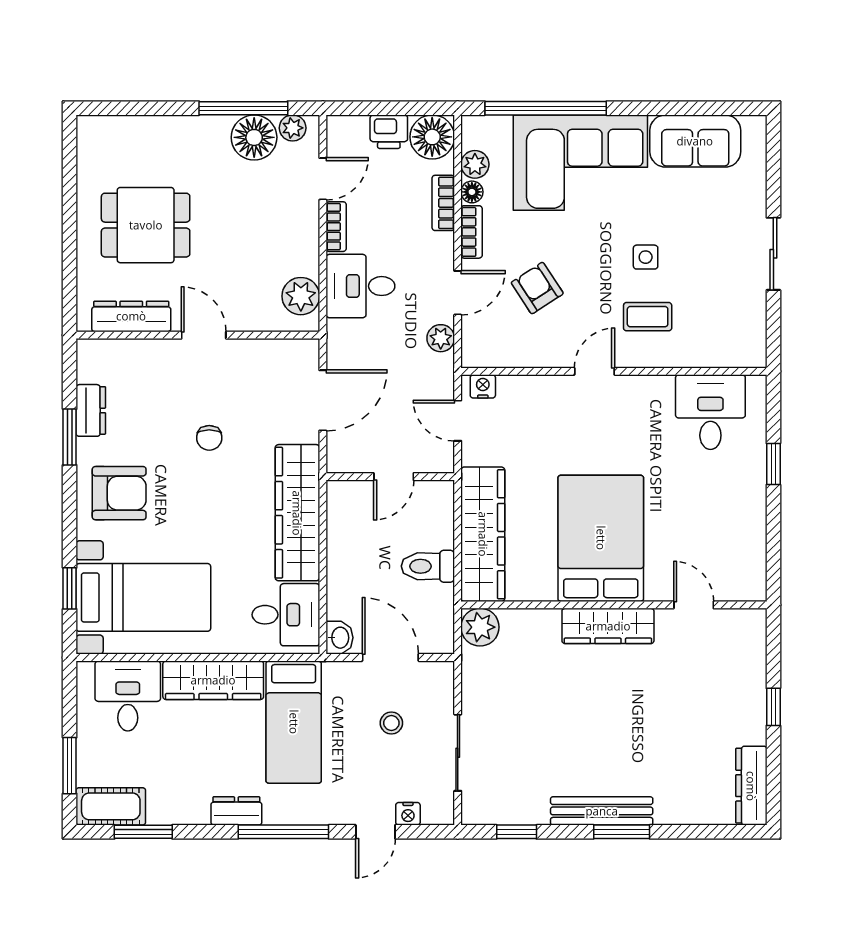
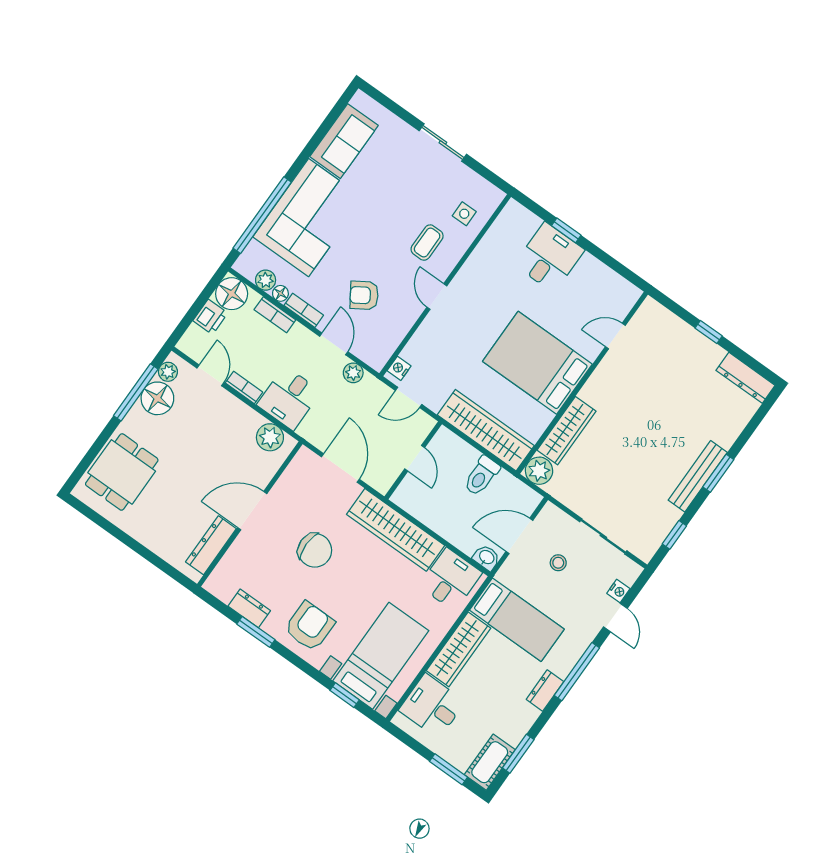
dining table: (146, 225) -> (122, 472), moved
side table: (646, 257) -> (464, 214), moved
door: (204, 335) -> (252, 511), width x1.37
desk: (710, 412) -> (549, 257), moved, turned 90
chair: (209, 438) -> (315, 550), width x1.87, depth x1.87
wardrobe: (608, 626) -> (567, 431), moved

